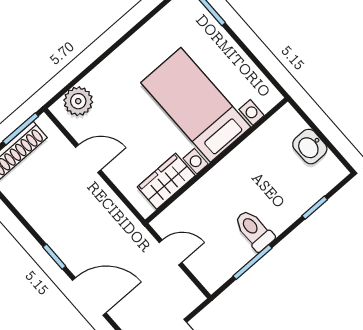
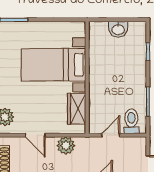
door: (88, 159) -> (35, 135), swing flipped
plant: (109, 208) -> (66, 146), added
toilet: (254, 230) -> (131, 121), moved, turned 90

